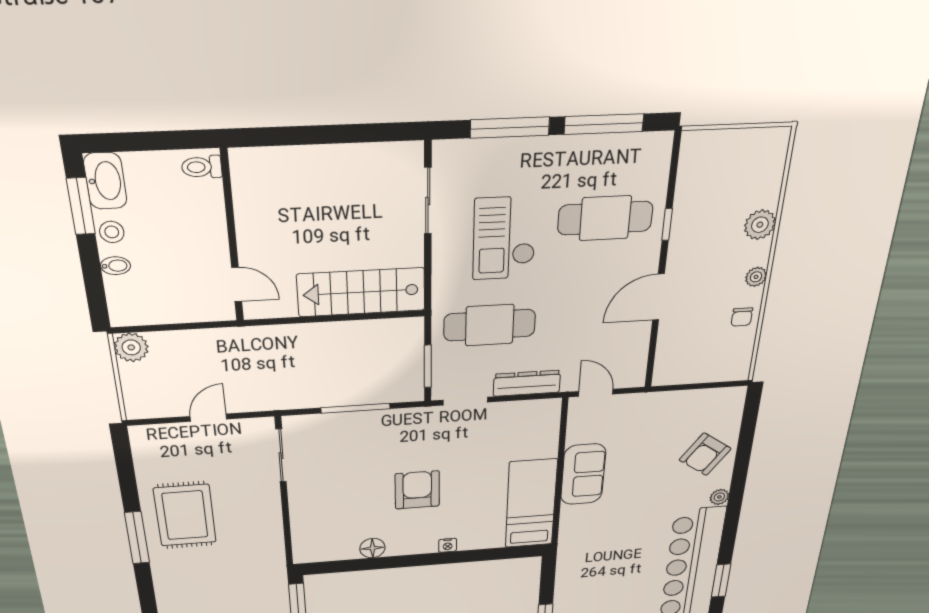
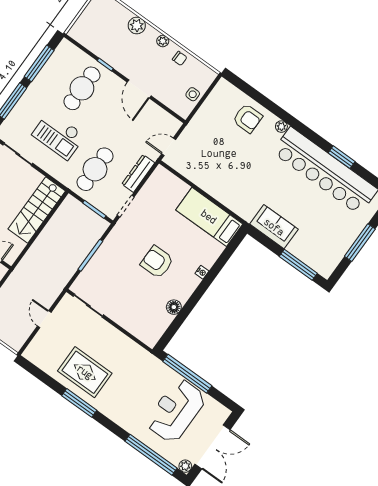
side table: (697, 369) -> (193, 94), added
armchair: (705, 454) -> (248, 118), turned -35
sofa: (583, 474) -> (274, 227), moved

